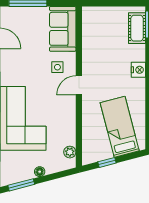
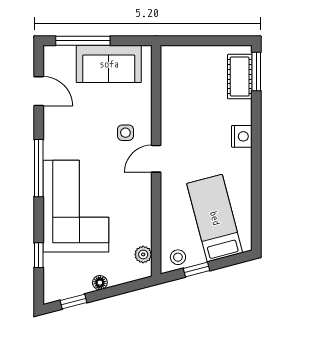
sofa: (63, 29) -> (109, 64), moved, turned -90
stool: (94, 154) -> (178, 257), added
window: (21, 185) -> (73, 301), width x0.67

